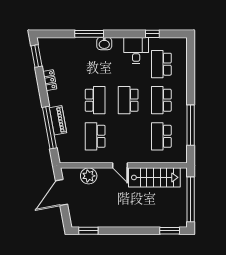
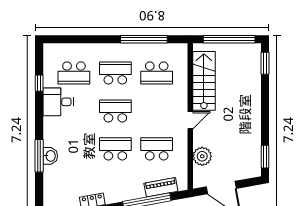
washbasin: (104, 44) -> (50, 156), moved
school desk: (128, 100) -> (115, 111), turned 180
school desk: (161, 100) -> (115, 73), turned 180
piano: (58, 120) -> (161, 187), moved
school desk: (95, 136) -> (157, 149), turned 180

